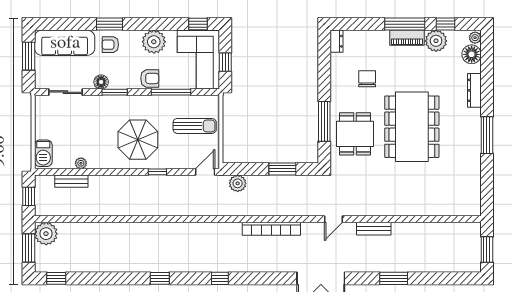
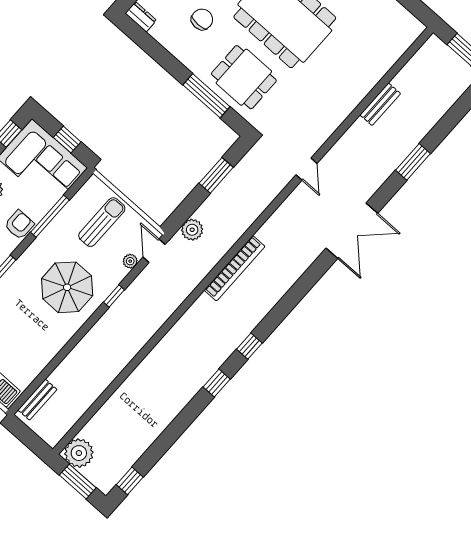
chair: (367, 79) -> (202, 19), turned 90
plant: (81, 163) -> (130, 261), moved
bench: (71, 181) -> (37, 400), moved
window: (29, 196) -> (29, 438), removed
bookcase: (271, 229) -> (235, 268), moved
bench: (374, 229) -> (380, 104), moved
window: (220, 278) -> (249, 346), moved

